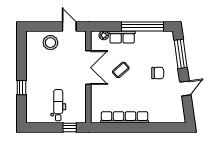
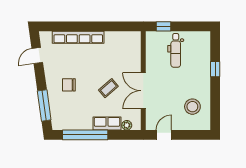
door: (69, 26) -> (164, 135), swing flipped
stool: (50, 43) -> (192, 107), moved
door: (185, 88) -> (37, 56), moved
row of seats: (124, 117) -> (78, 37), moved

